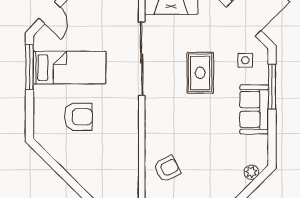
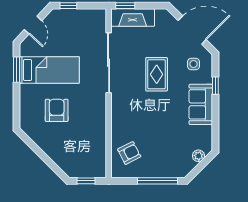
window: (29, 67) -> (17, 70), width x0.69
window: (272, 87) -> (215, 86), width x0.46
armchair: (78, 117) -> (57, 110), turned -90

